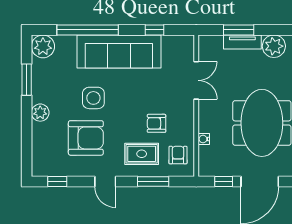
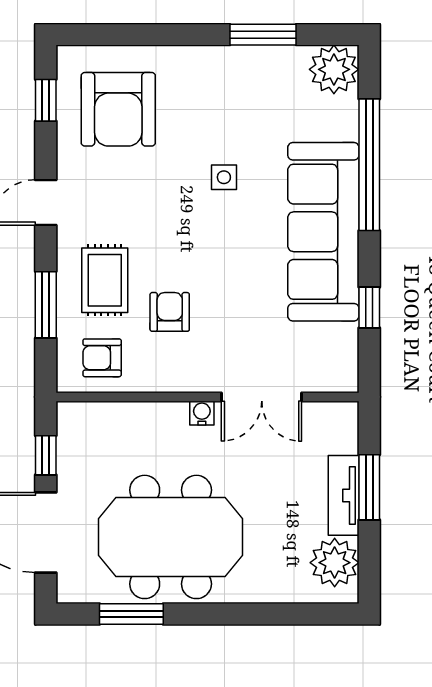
side table: (93, 98) -> (224, 177), width x0.54, depth x0.54
plant: (40, 113) -> (193, 64), removed
armchair: (86, 138) -> (118, 109), moved
water cooler: (204, 139) -> (202, 413), moved
armchair: (178, 155) -> (102, 358), turned 180

